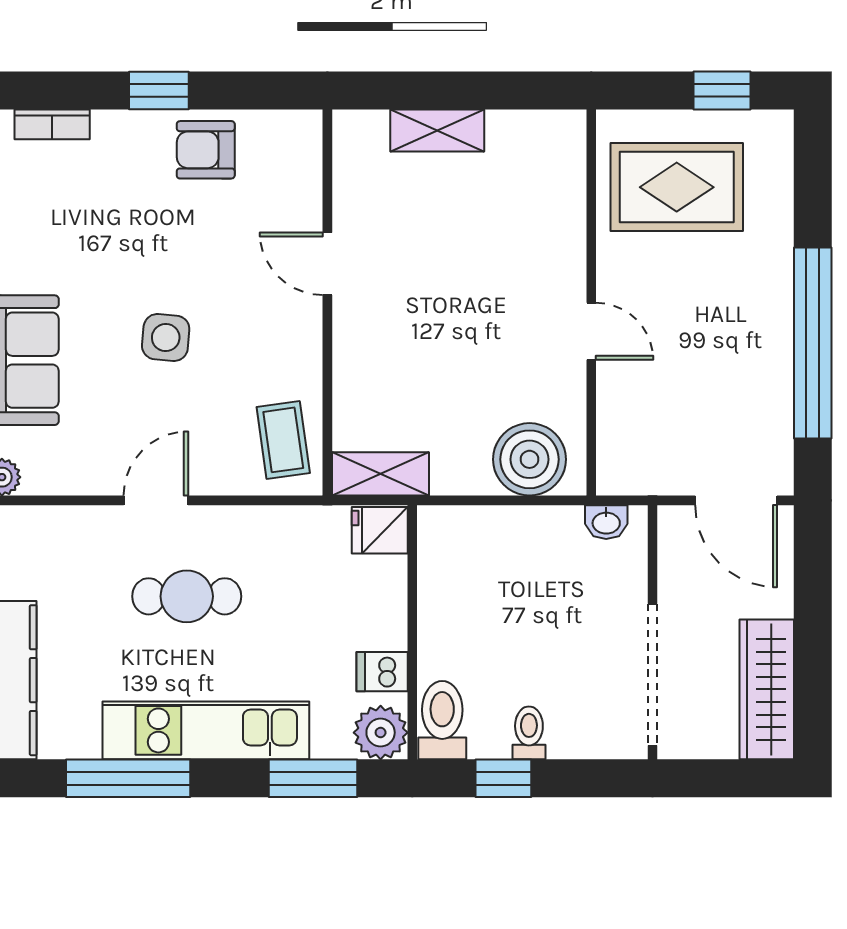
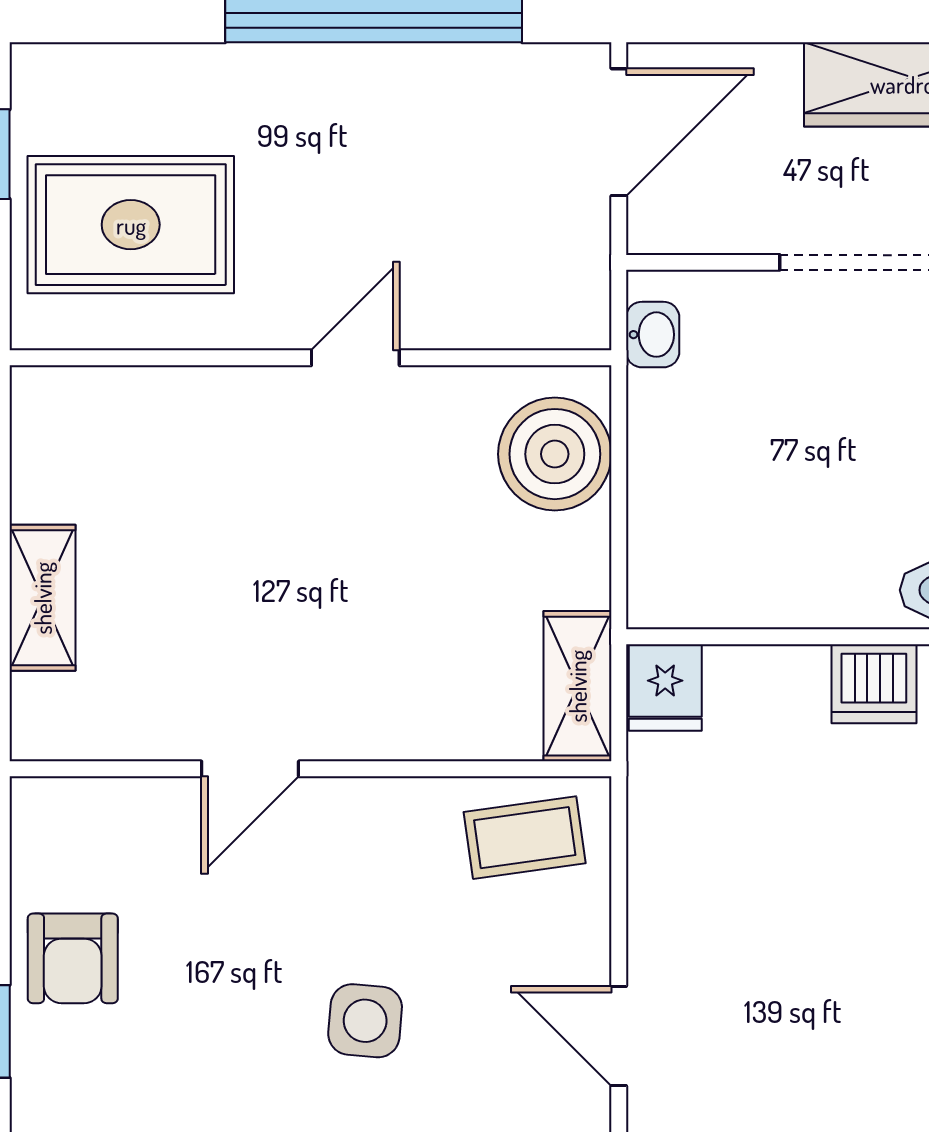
rug: (677, 187) -> (131, 225), turned 90
cafe table: (187, 596) -> (768, 988), removed
dishwasher: (382, 672) -> (874, 684), width x1.38

